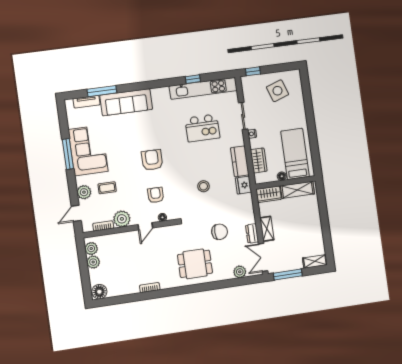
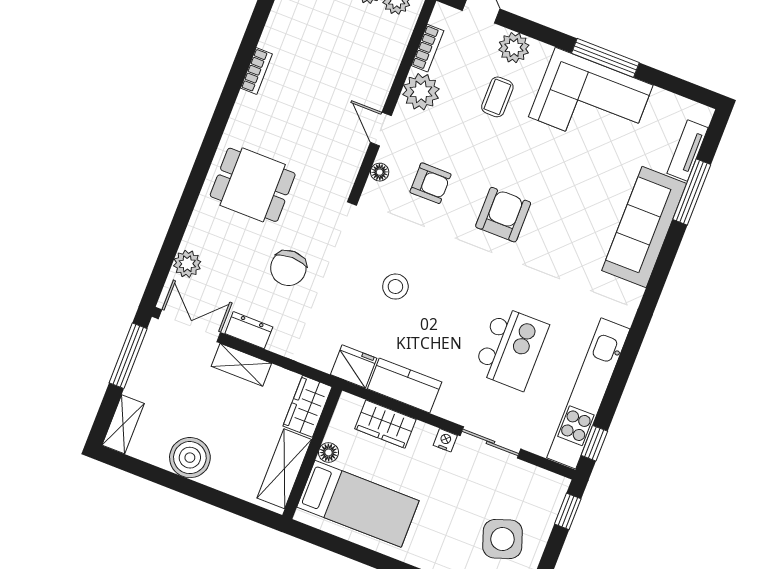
window: (193, 79) -> (594, 443), moved
kitchen island: (202, 128) -> (511, 348), turned 180
armchair: (152, 160) -> (503, 215), turned -90
boiler: (313, 229) -> (190, 458), added
dining table: (195, 264) -> (253, 185), turned 90

